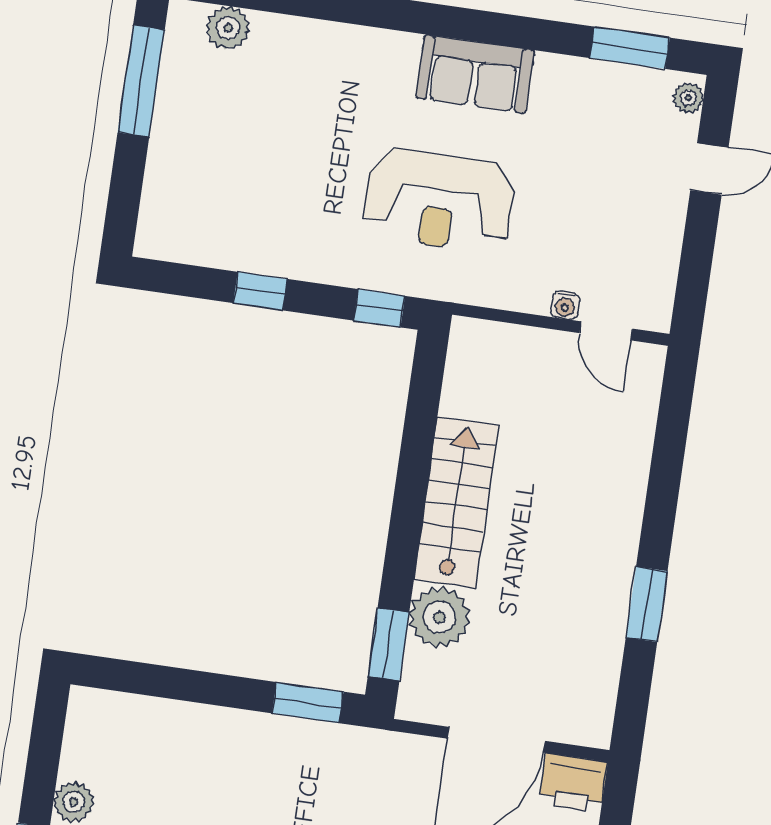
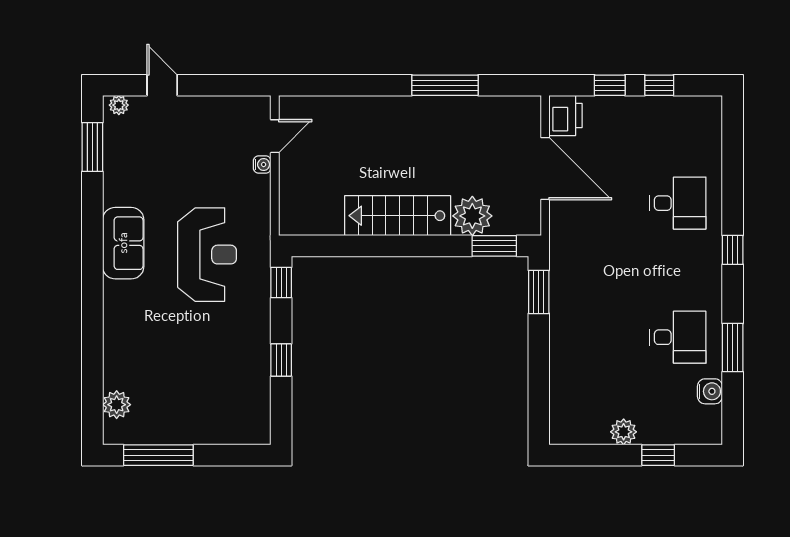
window: (647, 604) -> (445, 85), width x1.44

